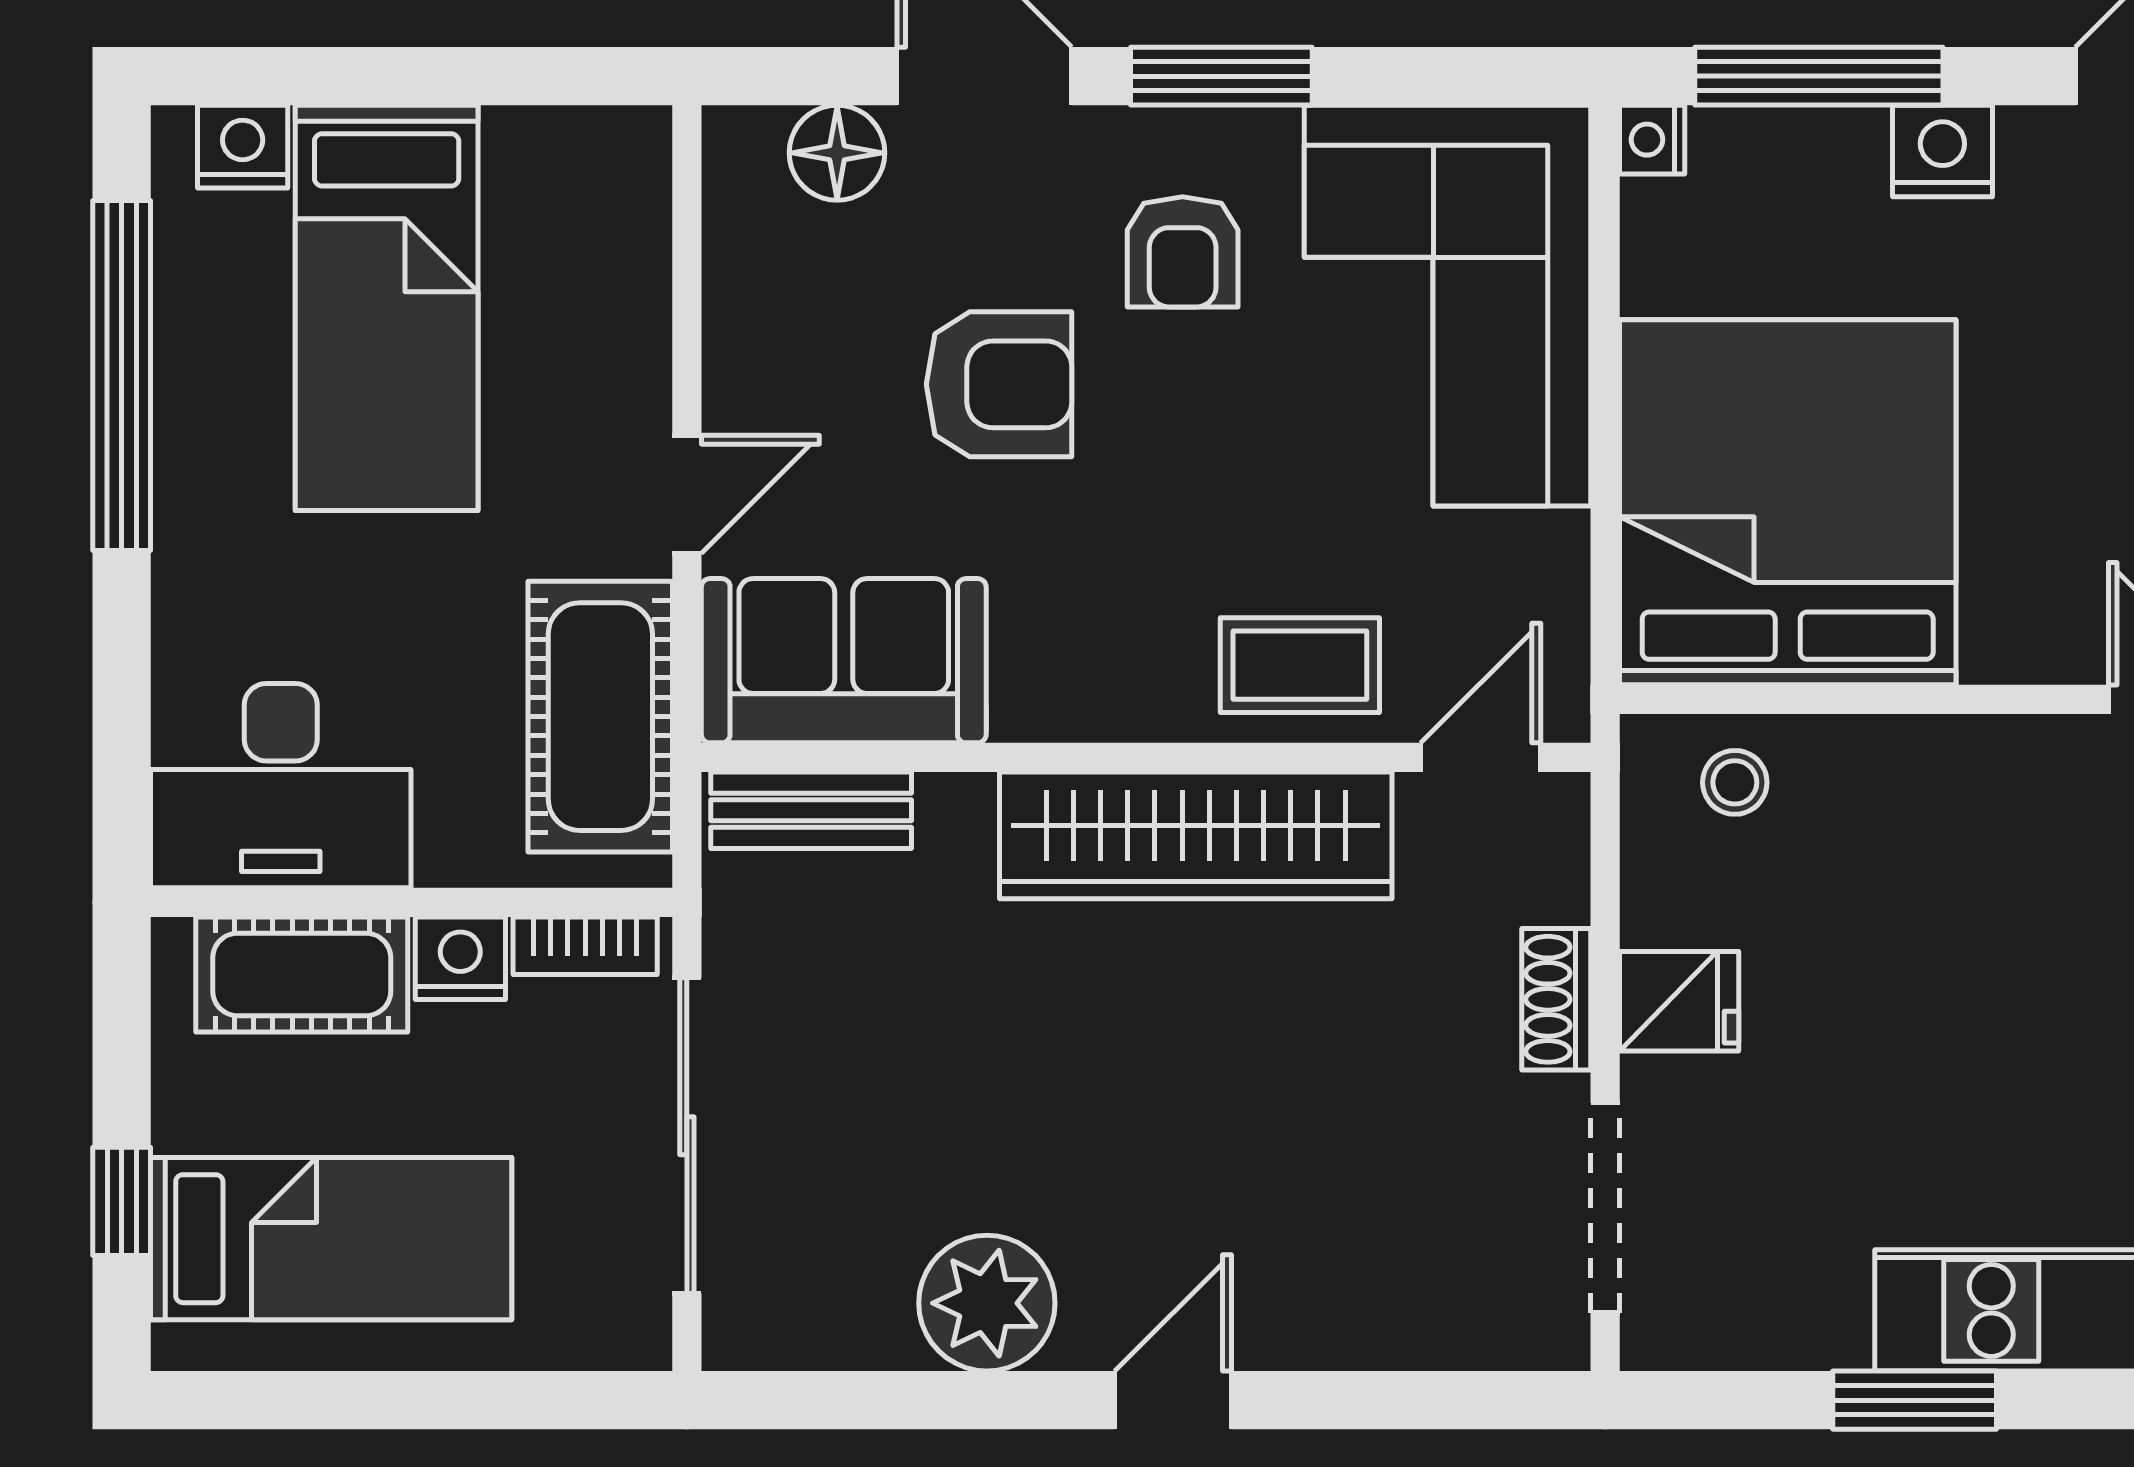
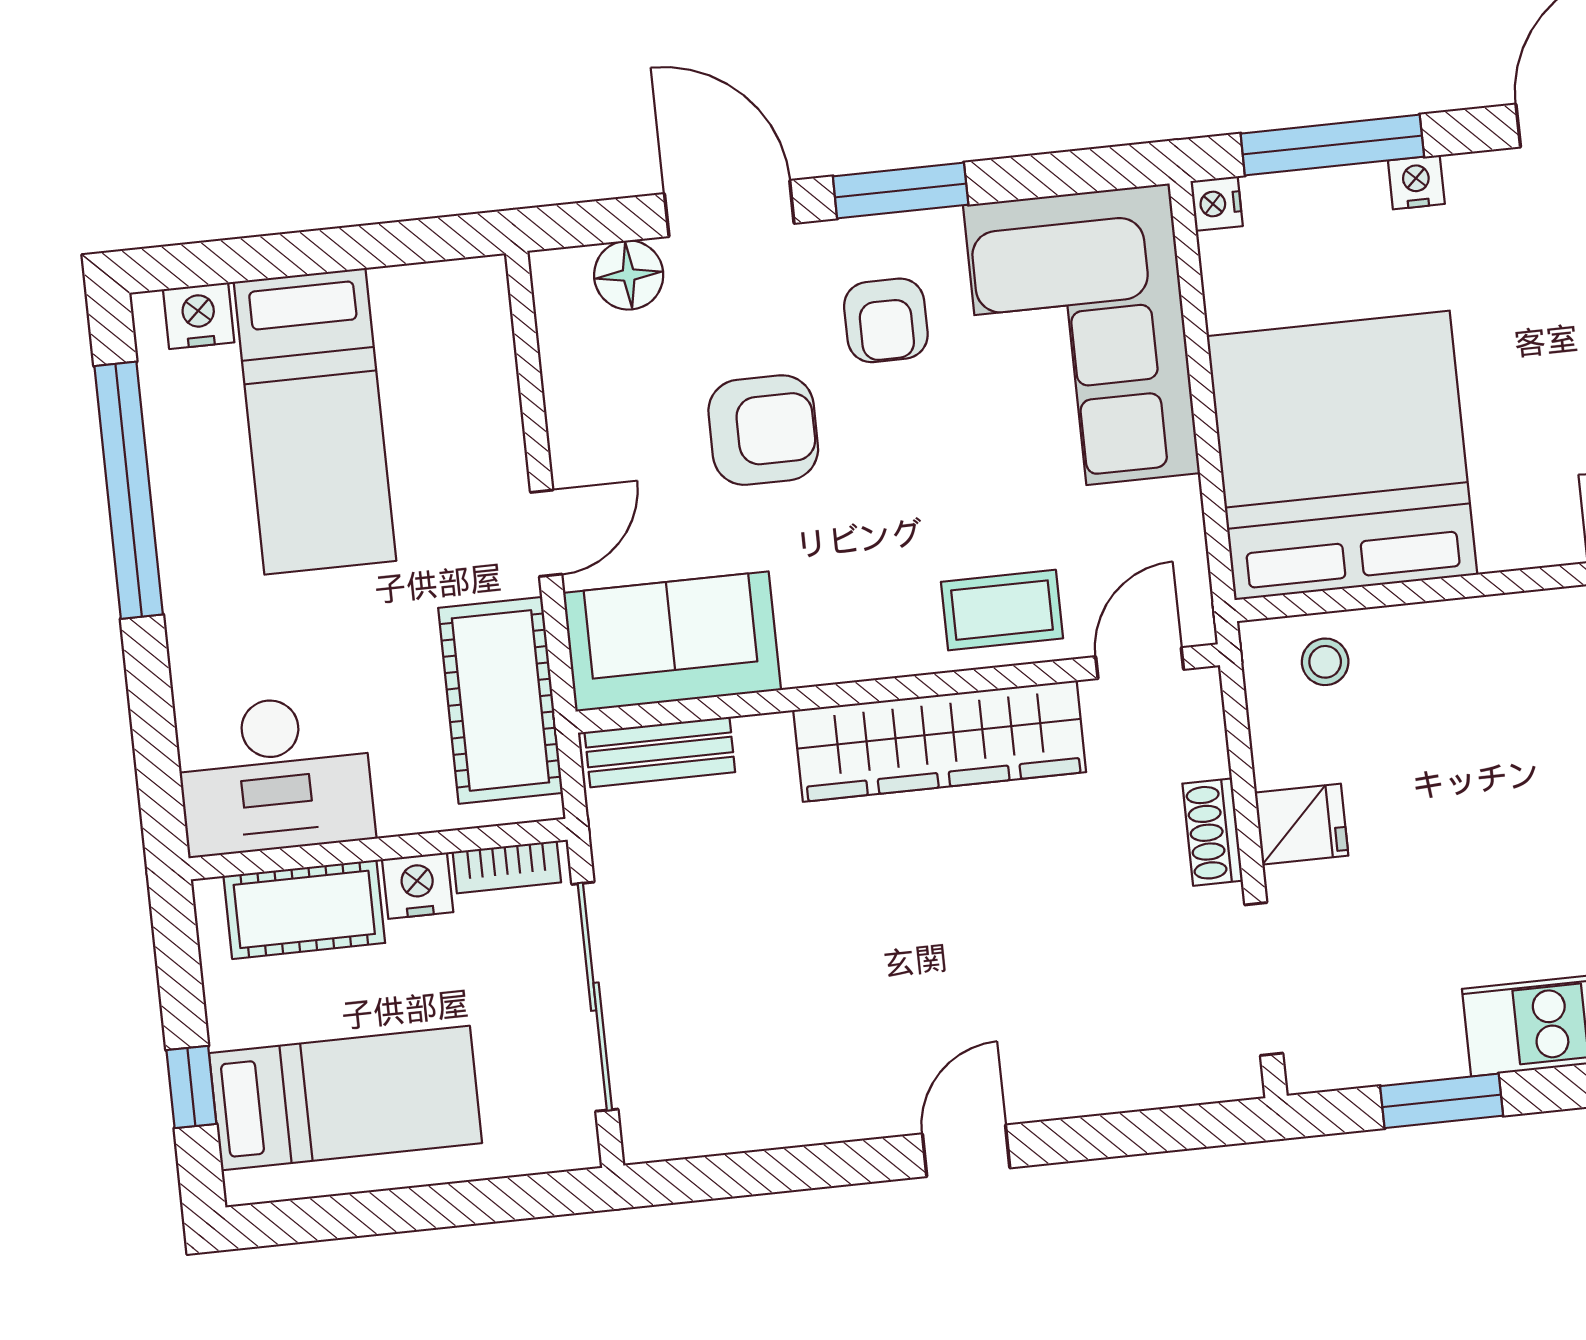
nightstand: (1942, 151) -> (1416, 182), width x0.72, depth x0.74
plant: (987, 1303) -> (824, 1095), removed
window: (1915, 1400) -> (1442, 1101), moved

